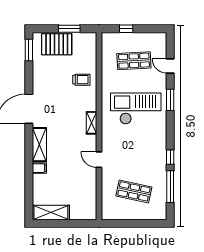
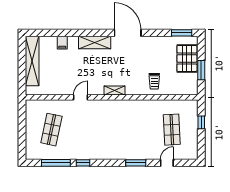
checkout: (136, 108) -> (128, 131), removed
filing cabinet: (39, 168) -> (62, 43), moved
shelving: (51, 212) -> (32, 61), width x1.47

